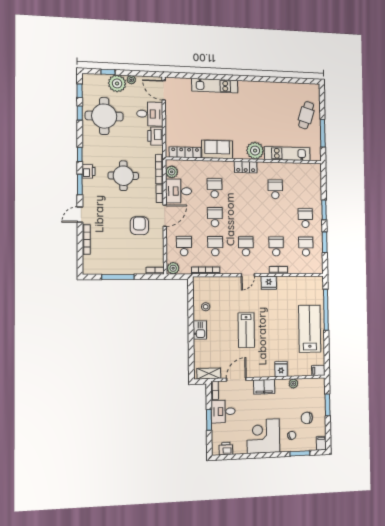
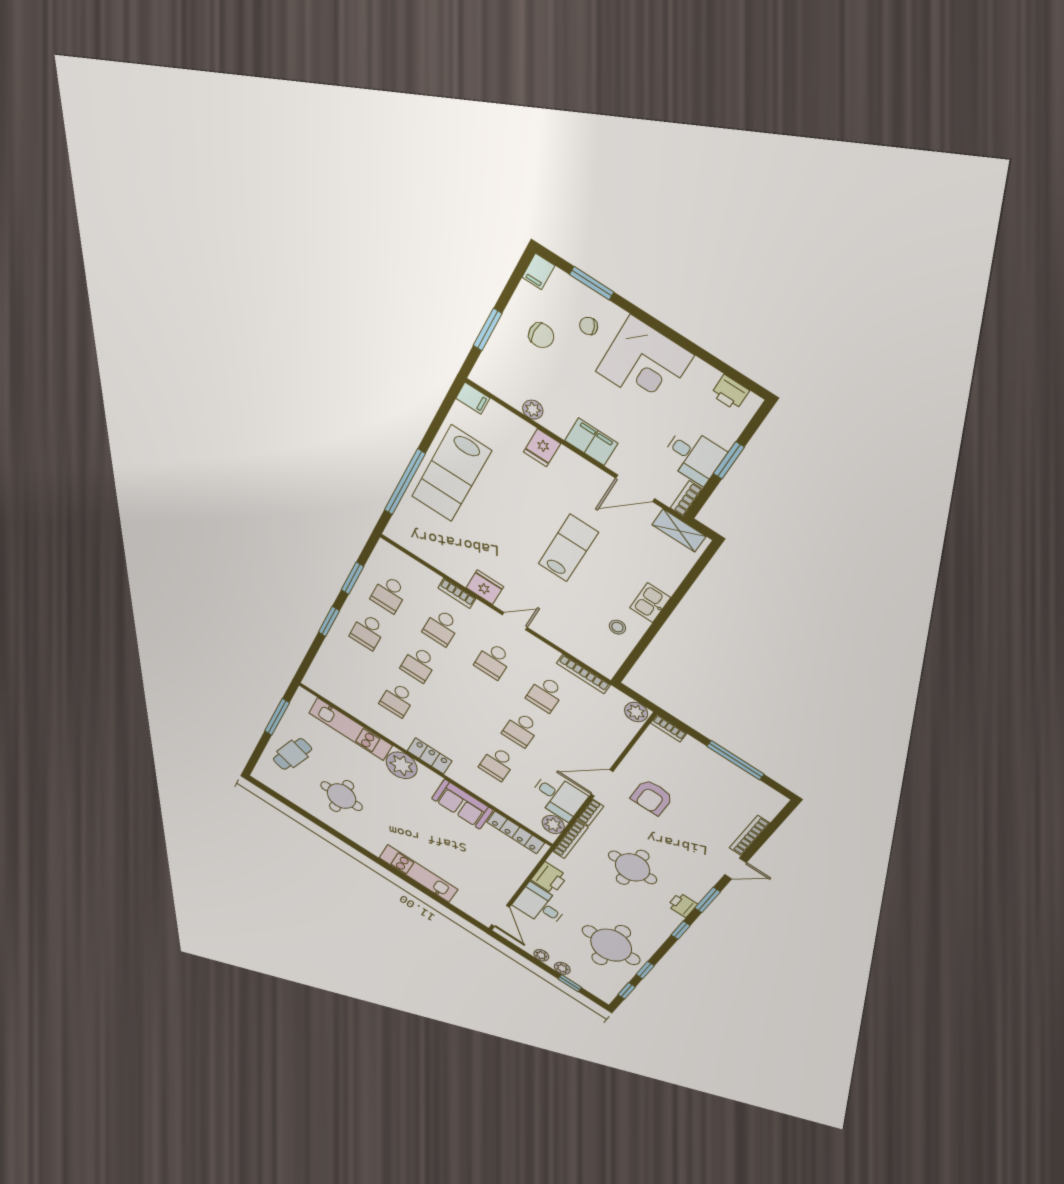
plant: (117, 83) -> (562, 968), width x0.53, depth x0.53
round table: (273, 107) -> (342, 796), added
school desk: (184, 246) -> (419, 664), moved

